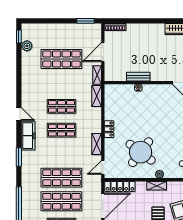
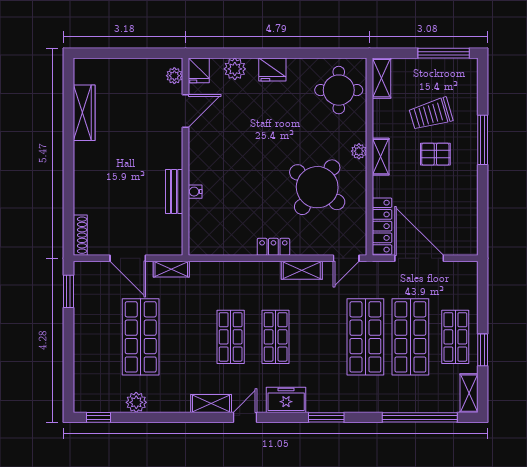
plant: (27, 46) -> (136, 402), moved
shelving: (97, 96) -> (211, 404), moved
freezer: (28, 136) -> (286, 400), width x0.71
door: (103, 167) -> (346, 258), hinge flipped

